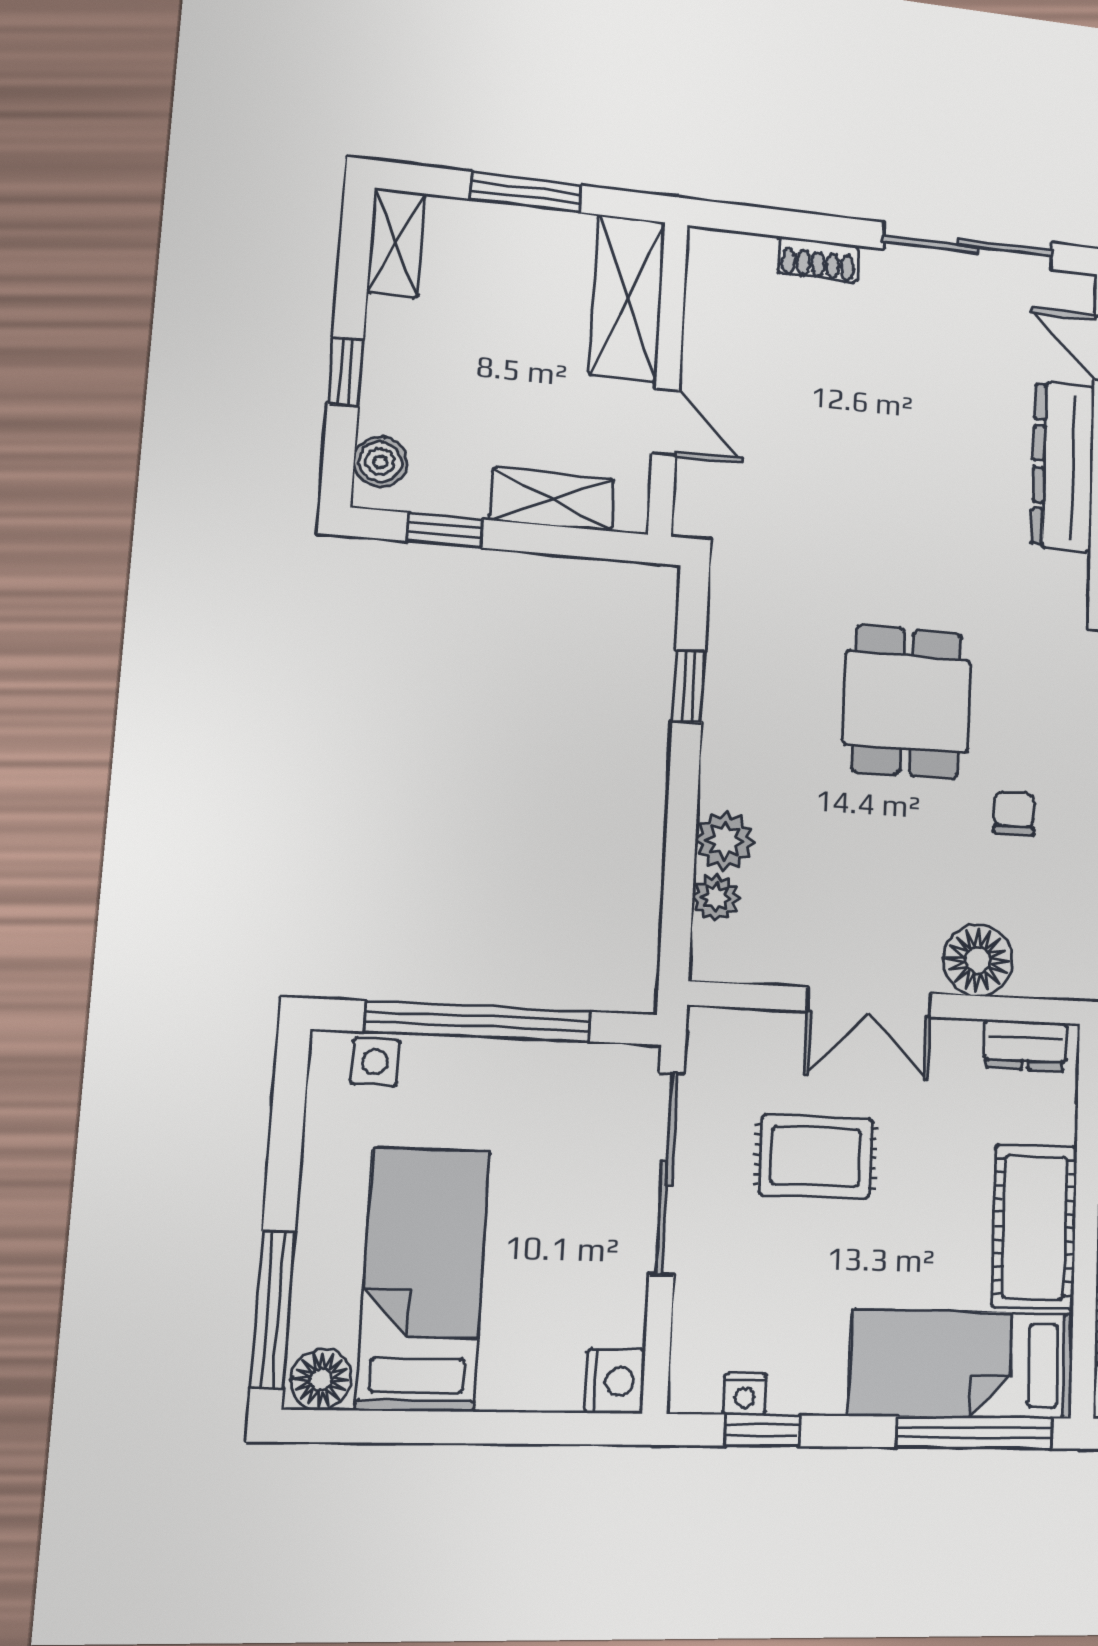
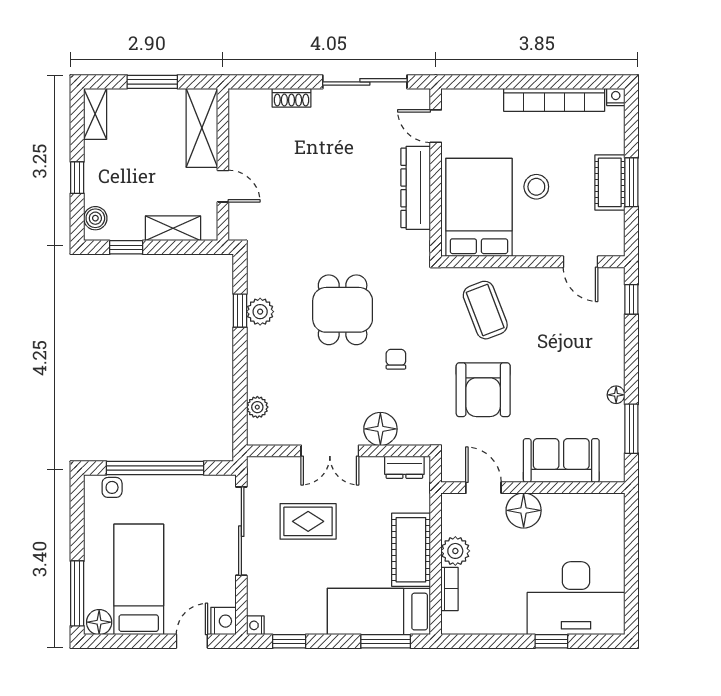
plant: (725, 841) -> (260, 312), moved
nightstand: (745, 1394) -> (255, 625), moved, turned 90
door: (539, 1428) -> (192, 641), added
window: (975, 1433) -> (386, 641), width x0.69

